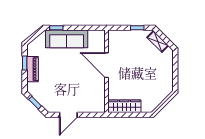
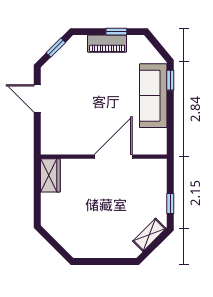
wardrobe: (124, 106) -> (50, 175), width x0.67

